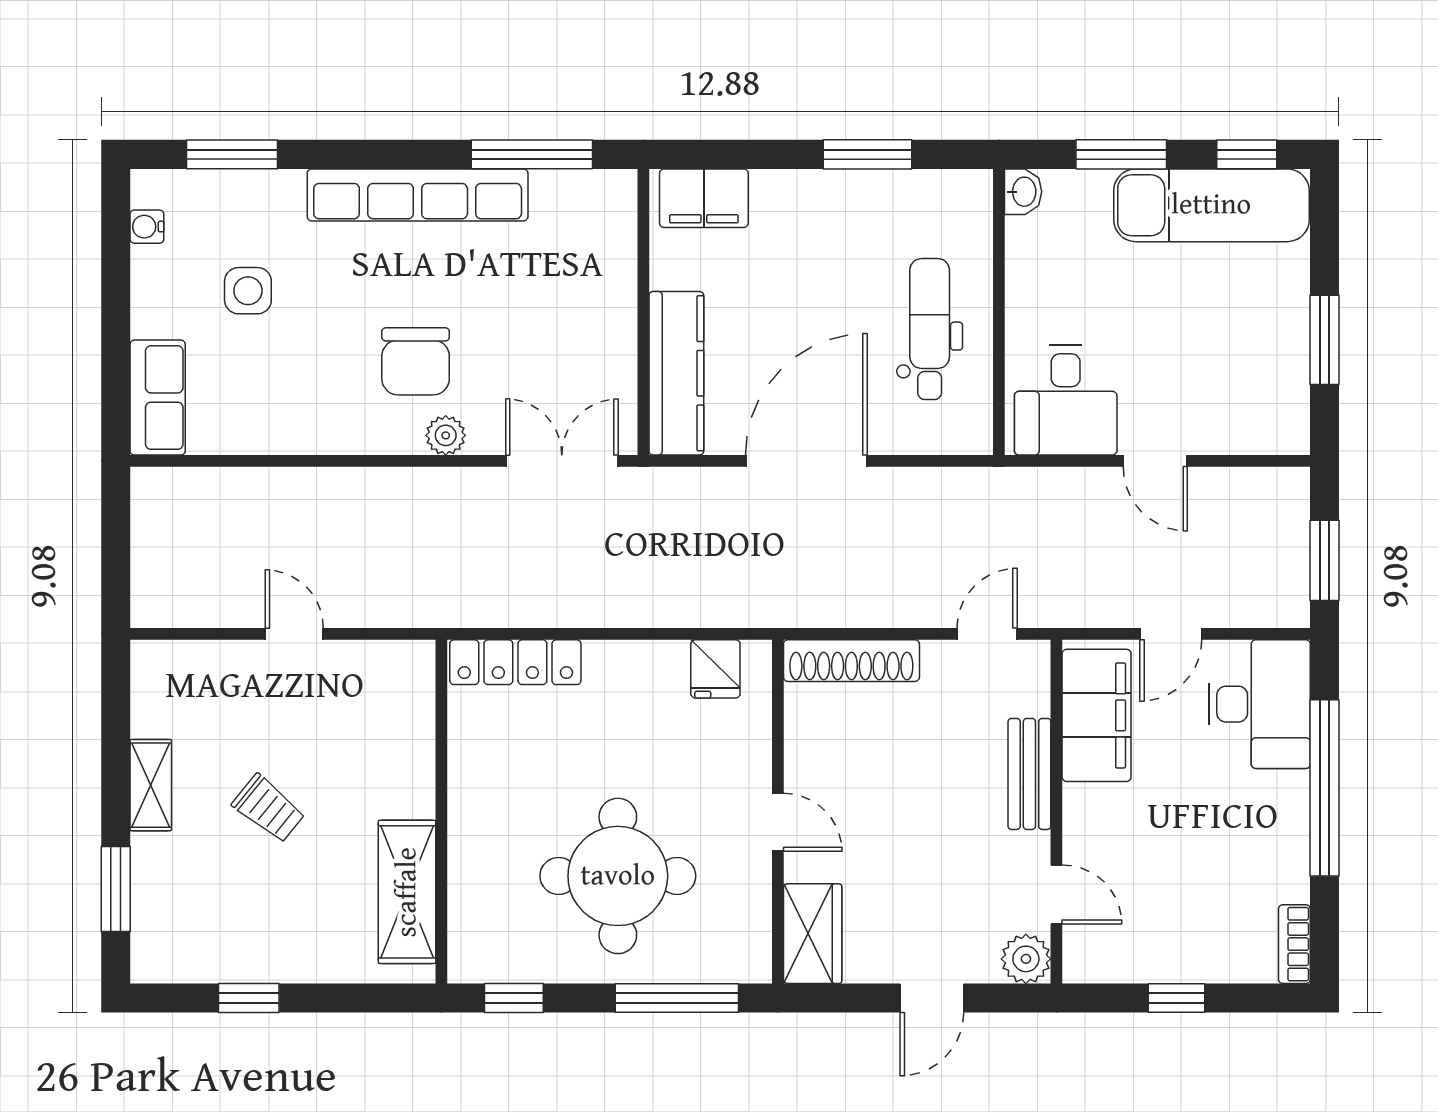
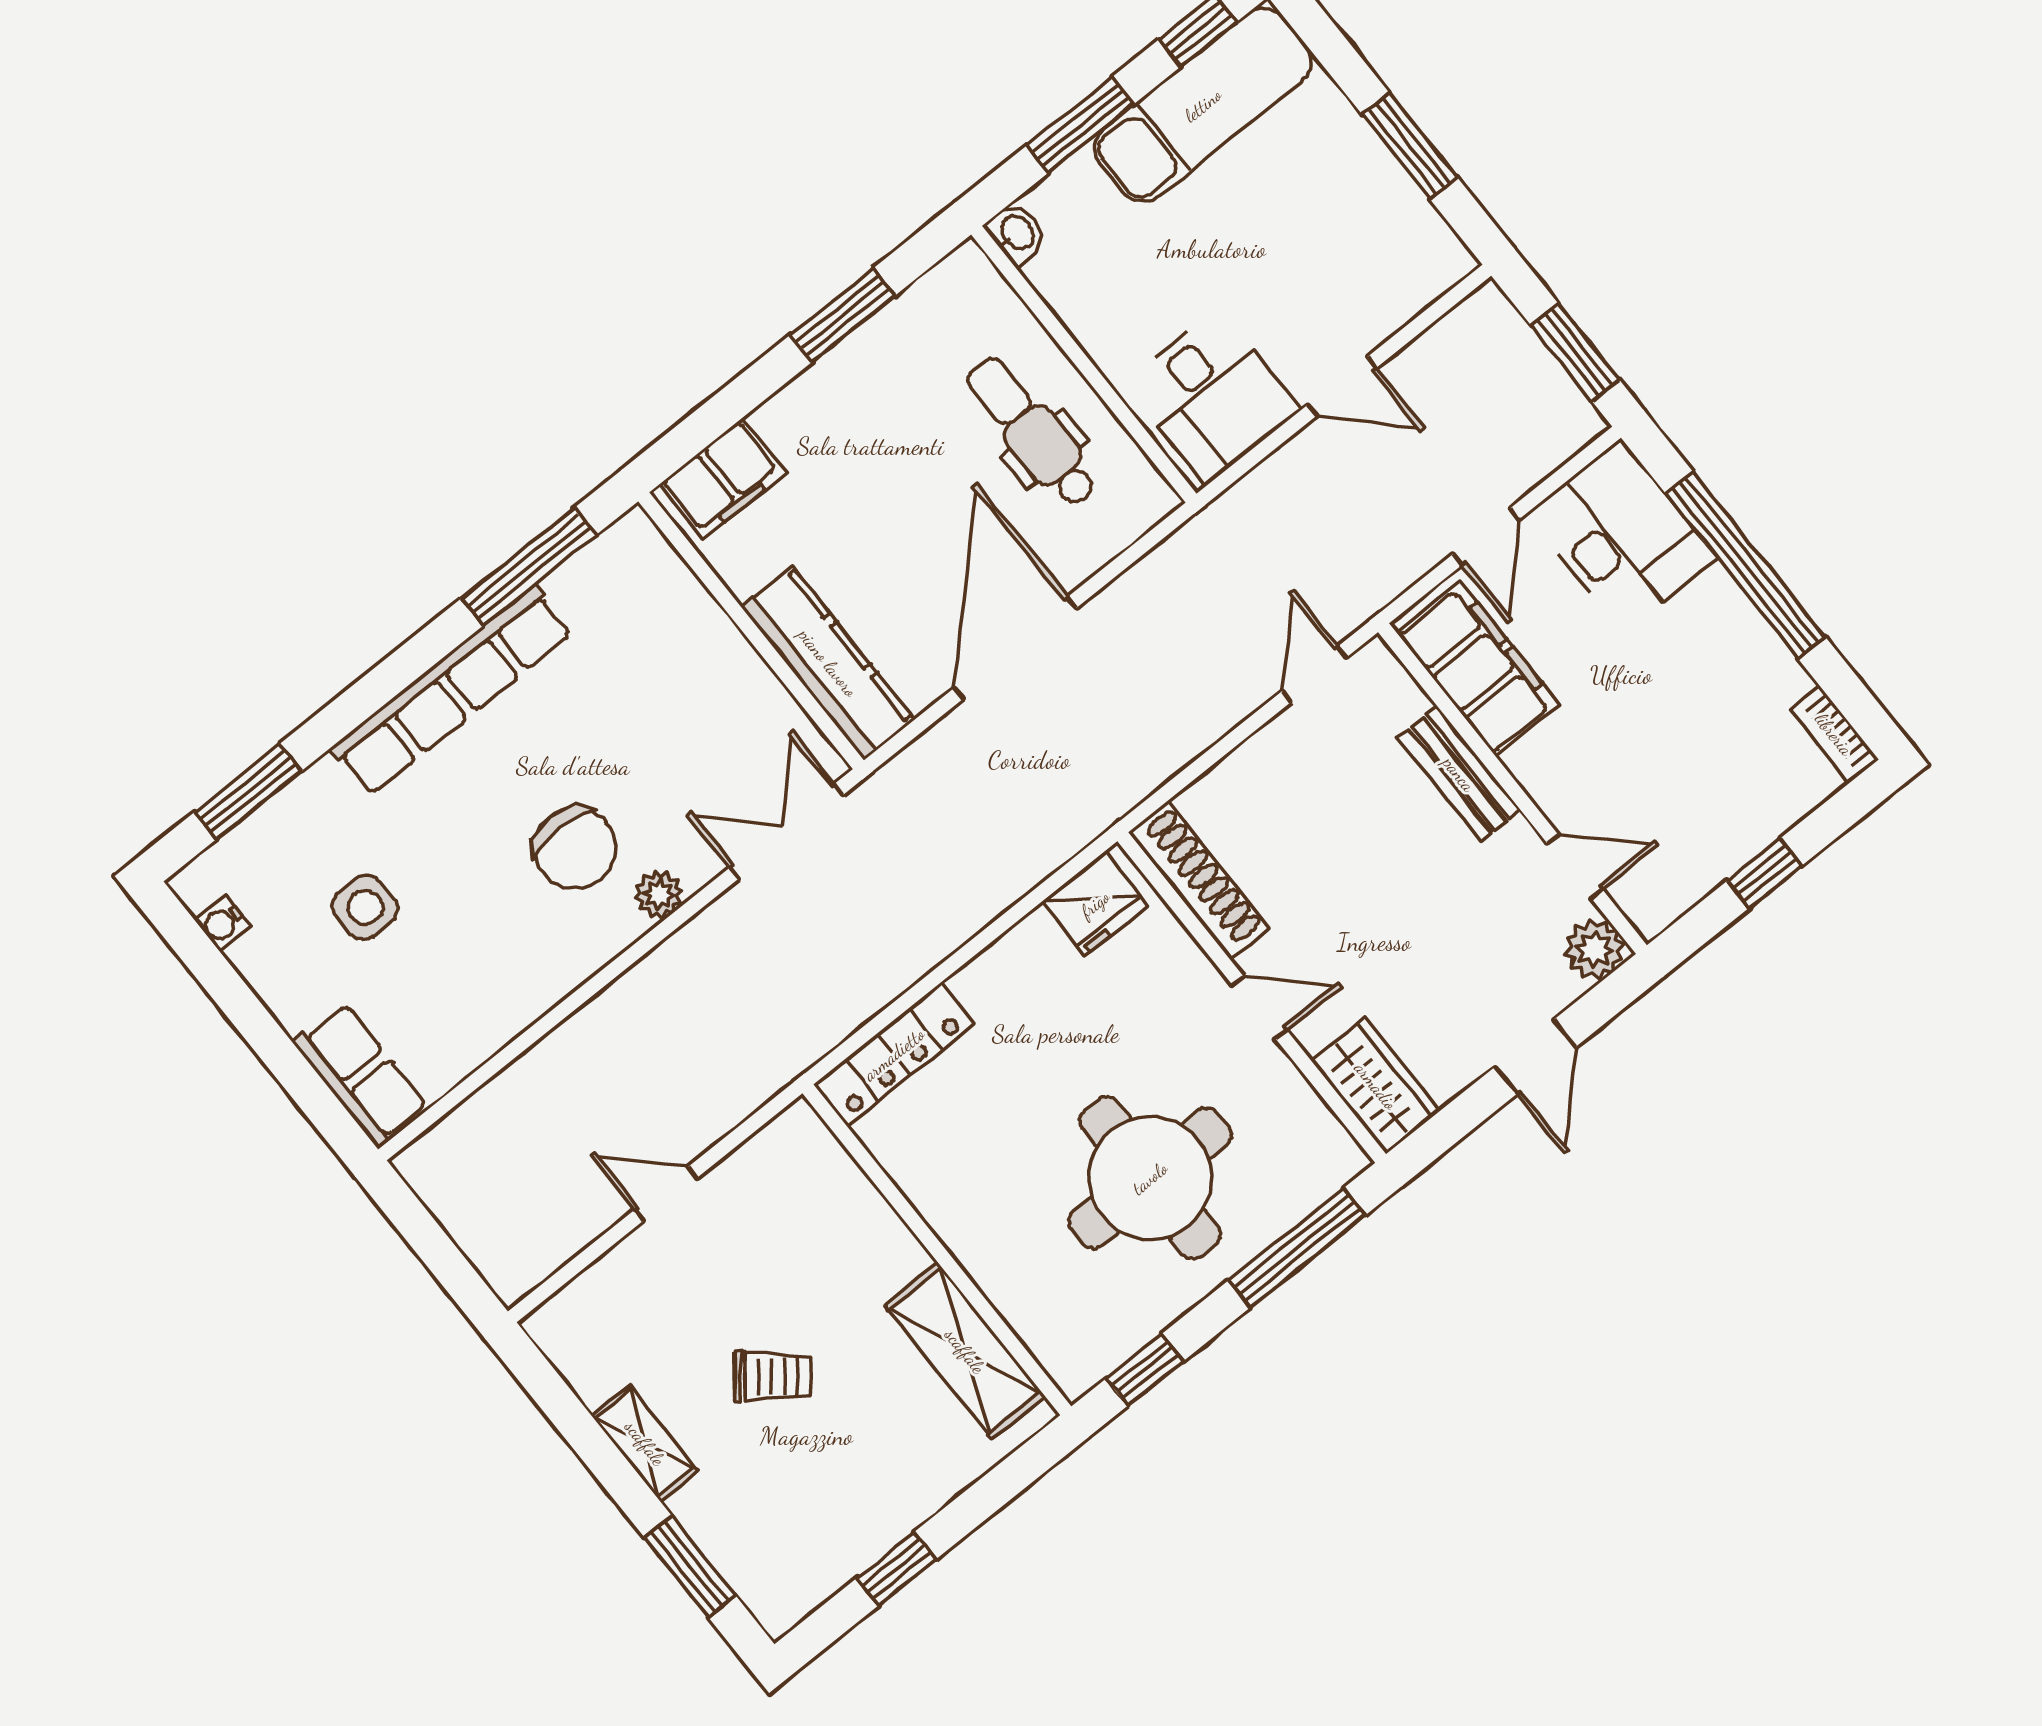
shoe rack: (851, 661) -> (1199, 880), moved, turned -90
fridge: (715, 669) -> (1095, 904), width x1.38

